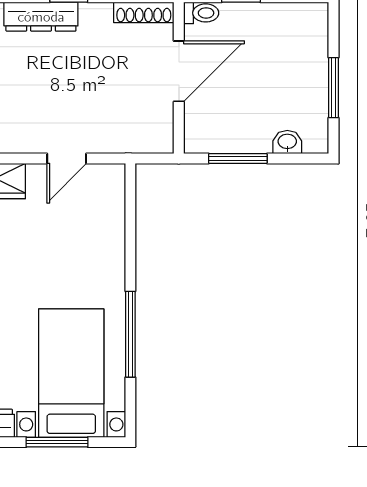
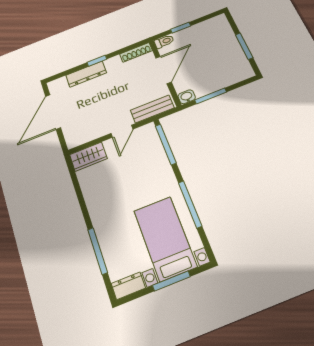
bench: (132, 139) -> (152, 109), added
washbasin: (287, 142) -> (187, 97), moved
window: (130, 215) -> (166, 144), added

